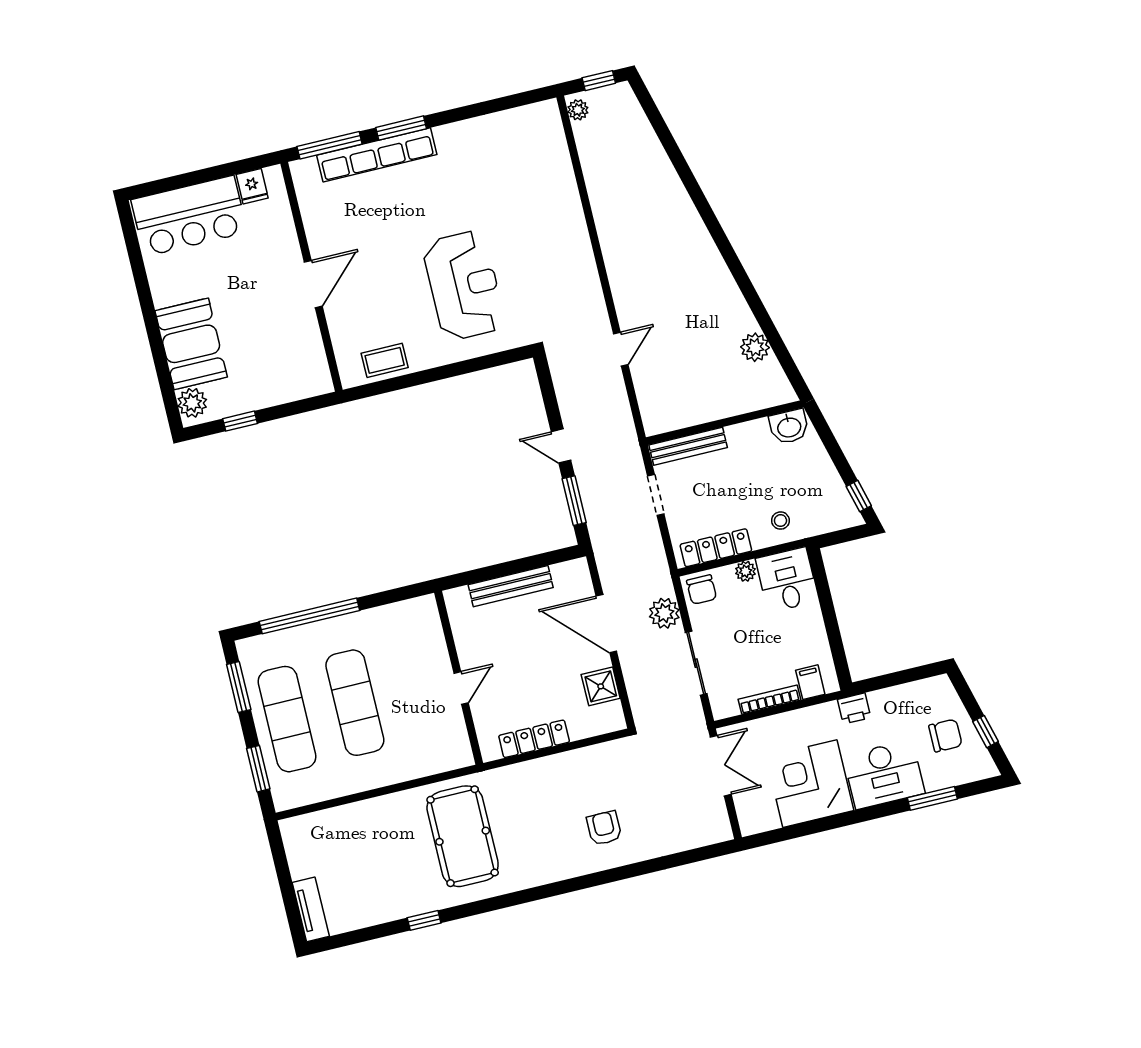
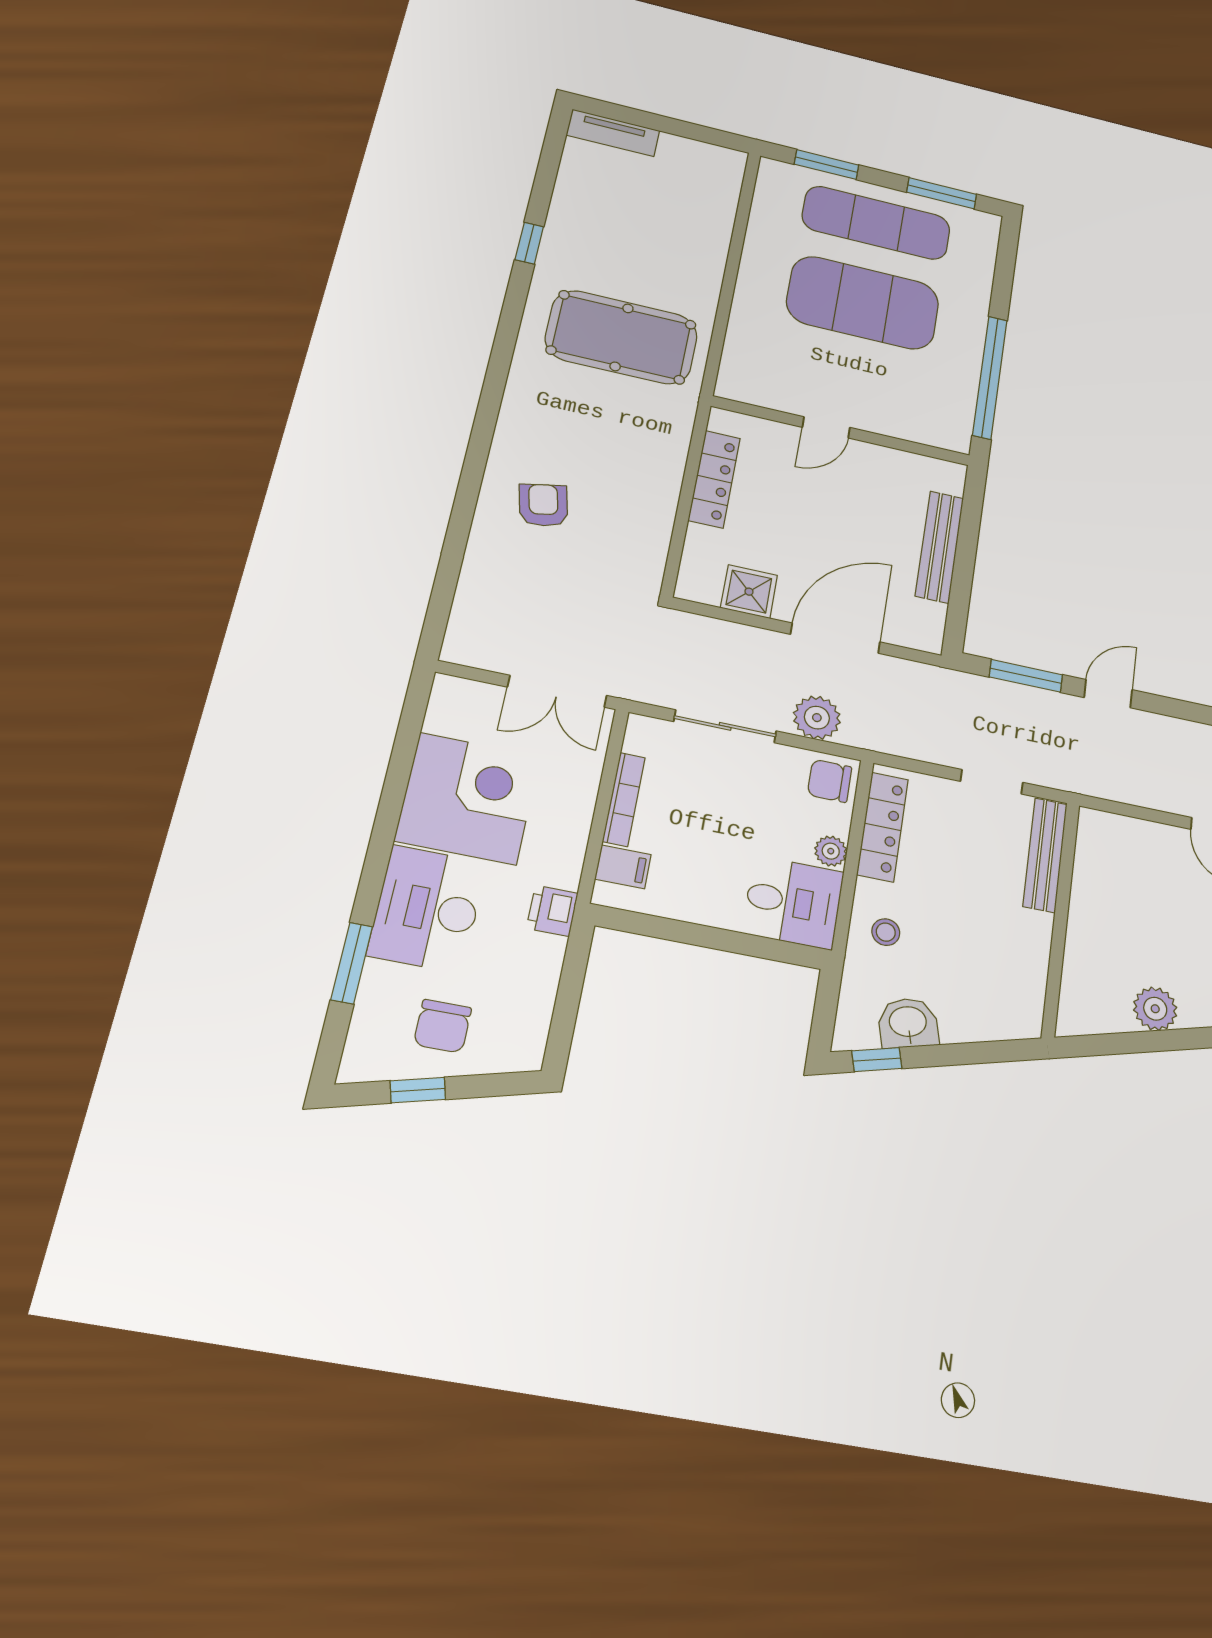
washbasin: (789, 427) -> (908, 1023), moved, turned 75
window: (309, 616) -> (990, 377), moved
door: (461, 688) -> (826, 427), hinge flipped
exercise mat: (355, 703) -> (863, 303), width x1.47
armchair: (604, 828) -> (543, 505), turned -102

